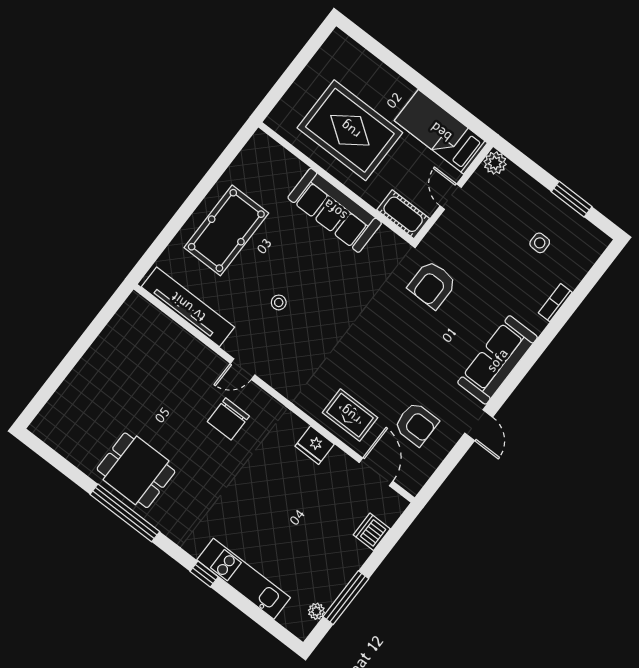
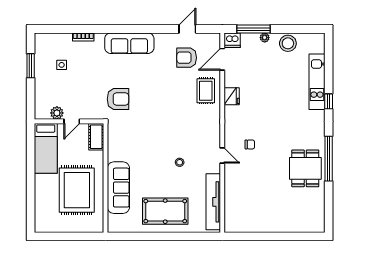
plant: (495, 163) -> (57, 113), moved
sofa: (335, 210) -> (118, 188), moved
chair: (228, 419) -> (250, 144), width x0.54, depth x0.54
armchair: (416, 424) -> (187, 58), turned -90
door: (479, 425) -> (187, 29), moved
dishwasher: (372, 532) -> (232, 40), moved
stool: (328, 580) -> (288, 43), added
window: (346, 598) -> (253, 29), moved
plant: (316, 611) -> (265, 38), moved

